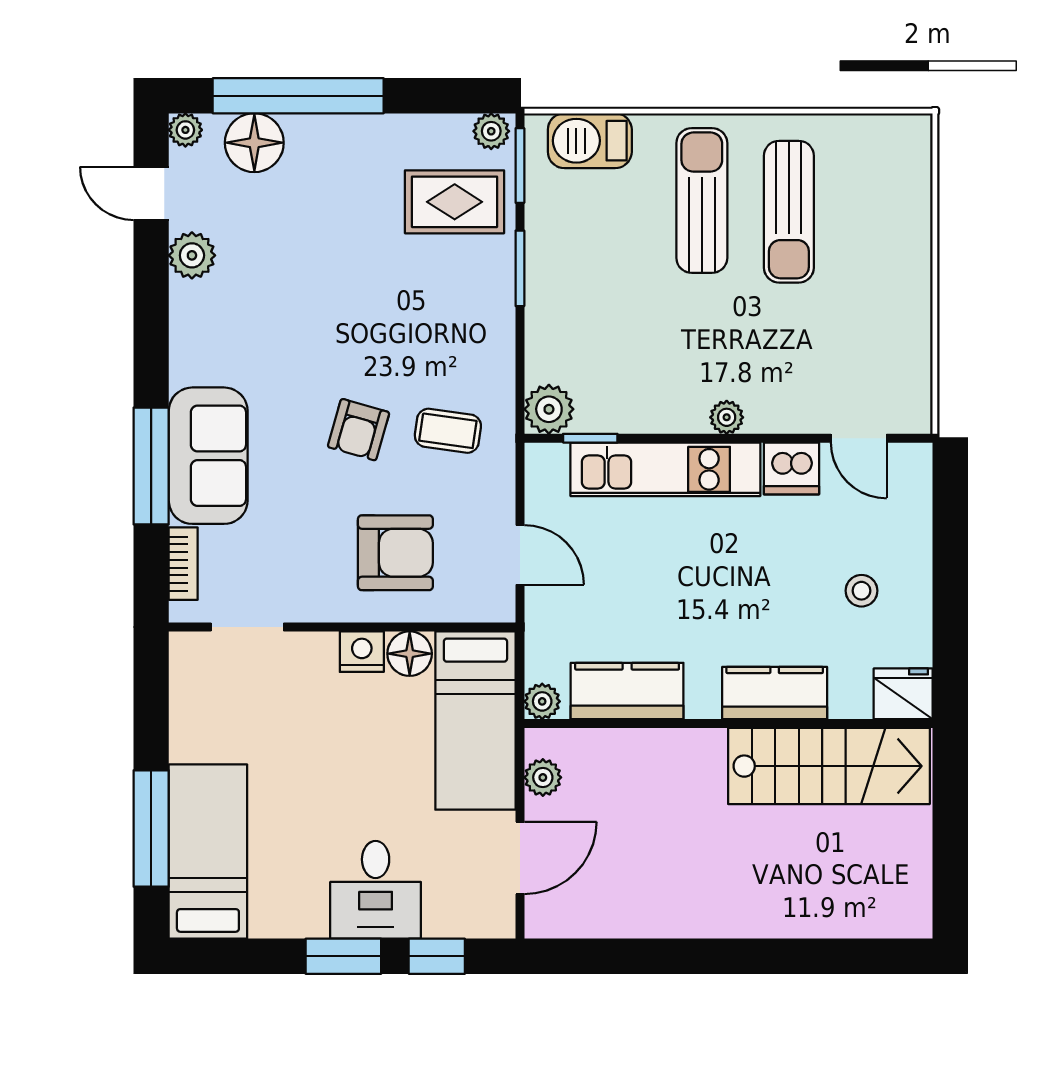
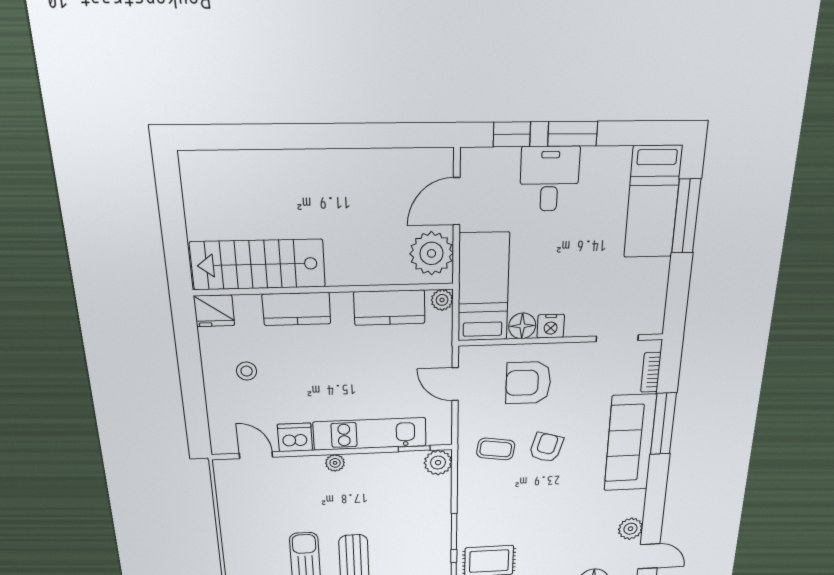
sofa: (208, 456) -> (630, 443), width x1.36
plant: (543, 777) -> (432, 253), width x1.88, depth x1.88

